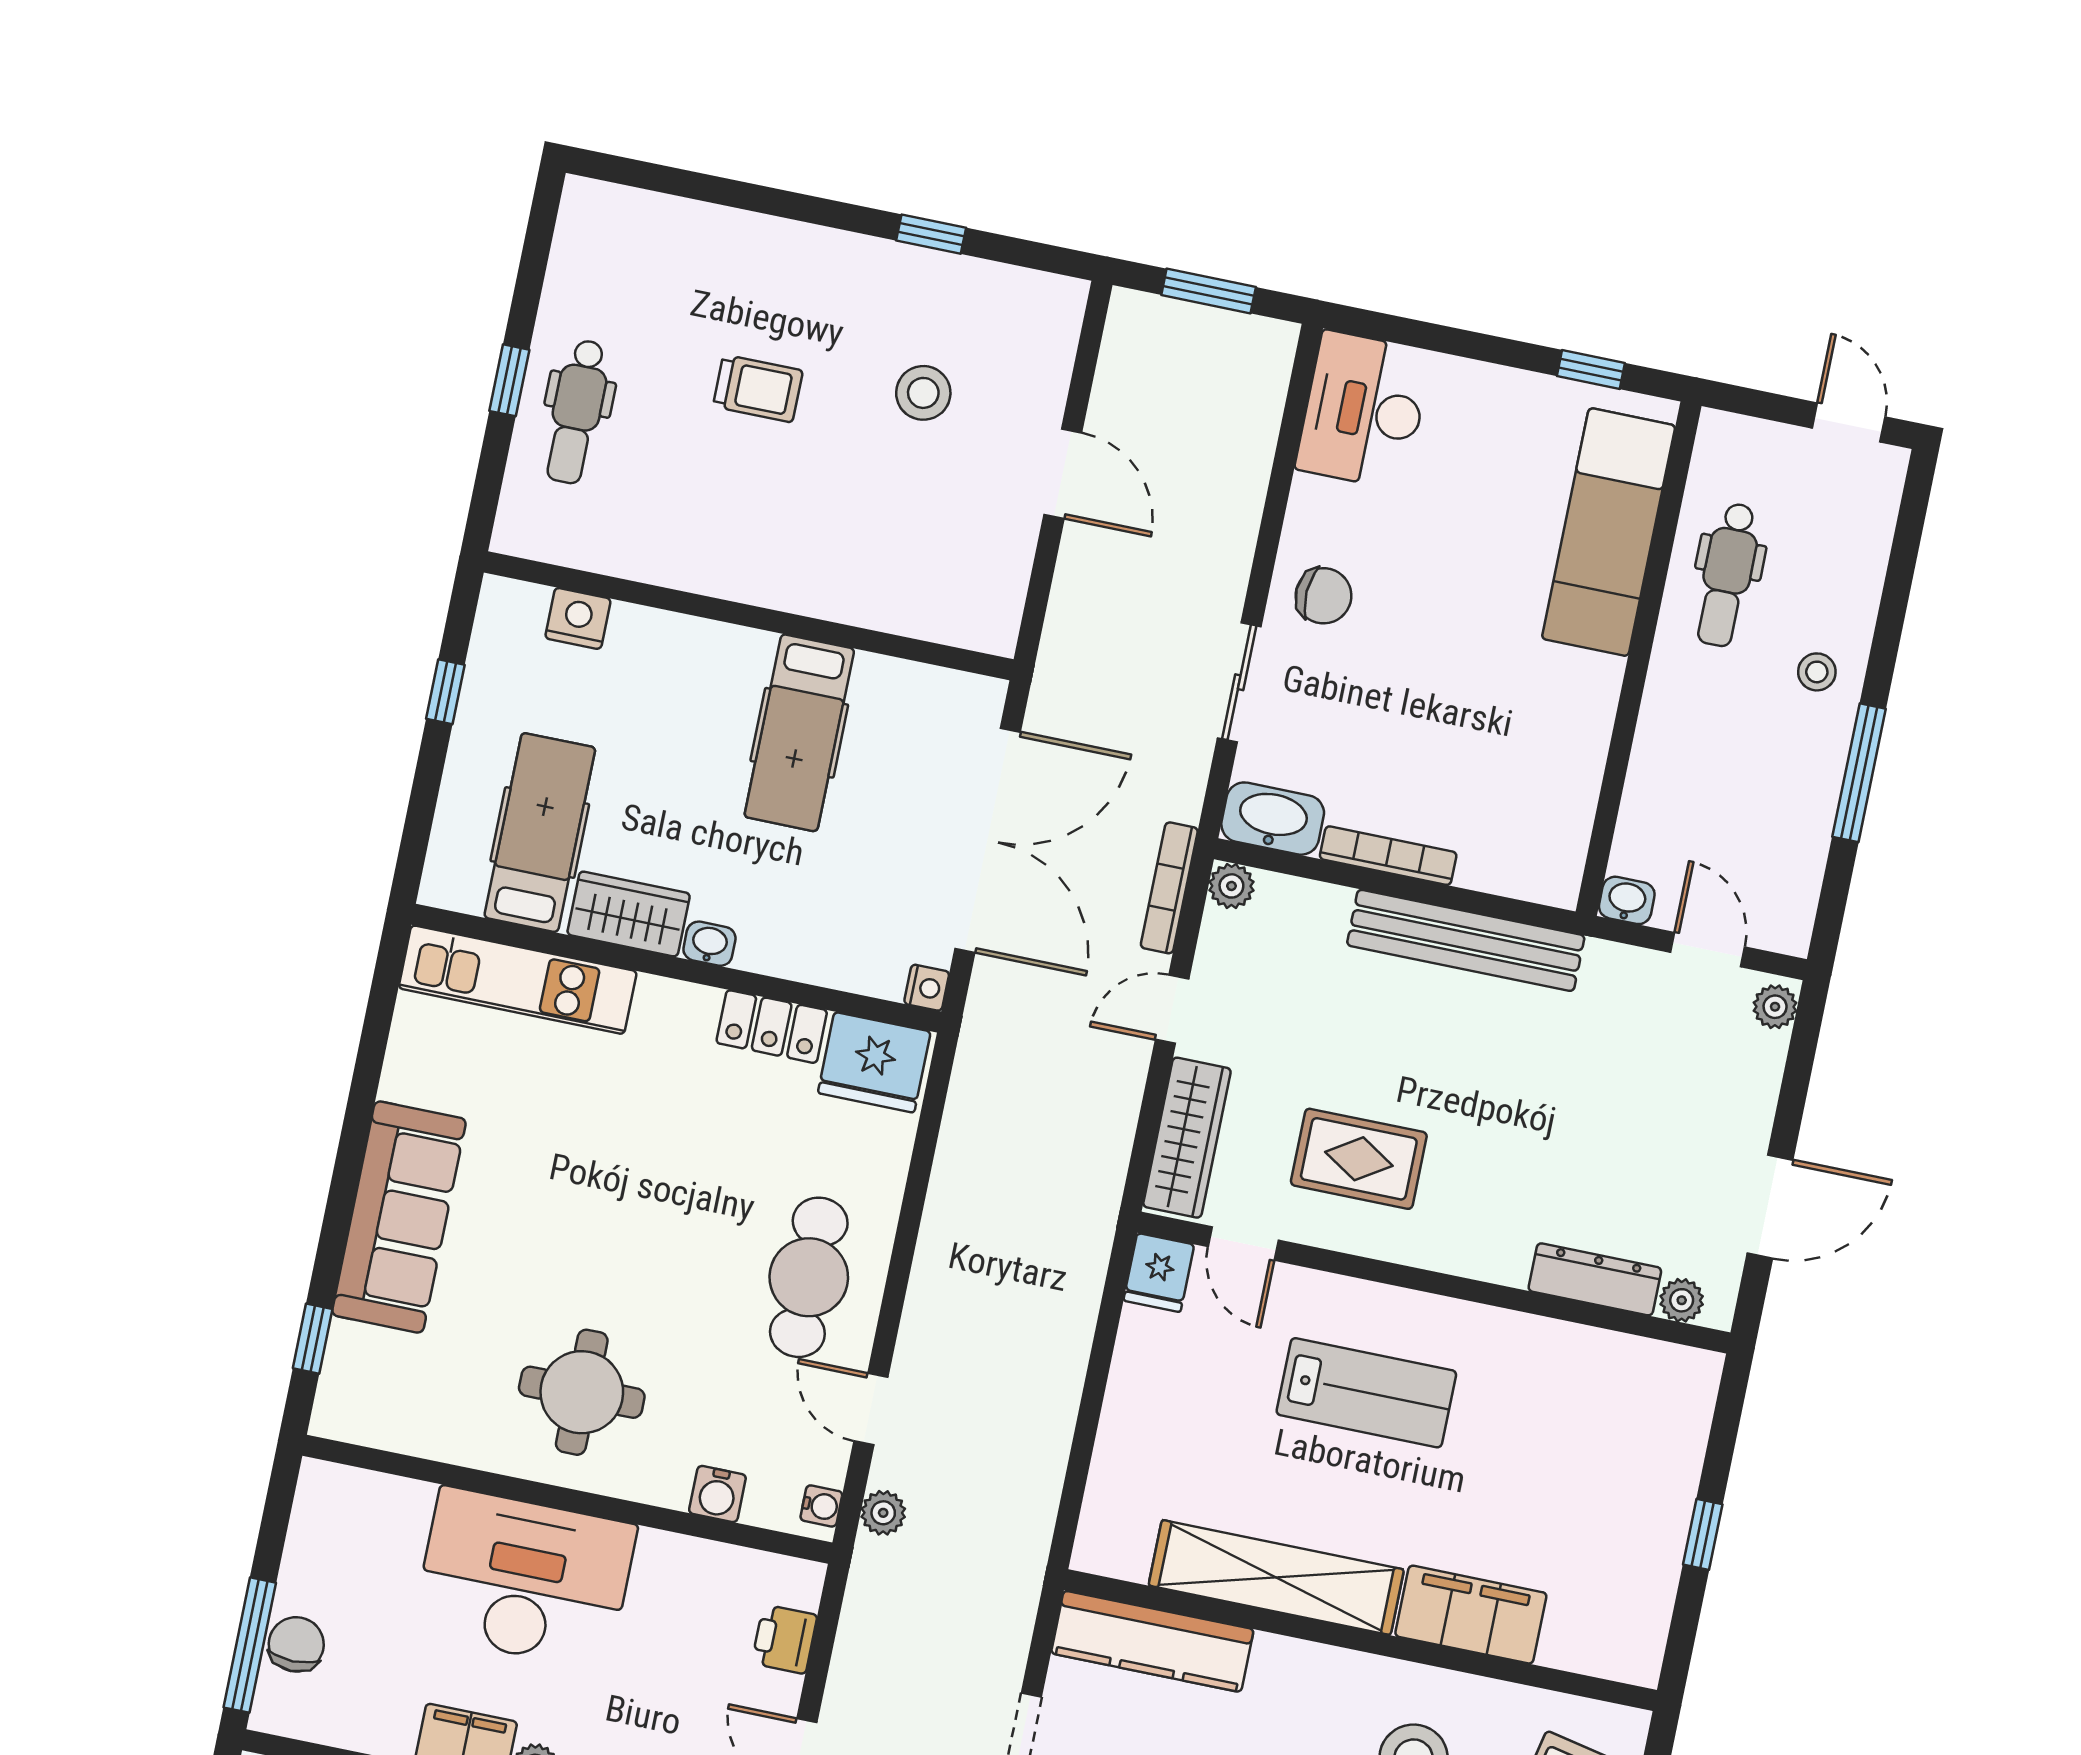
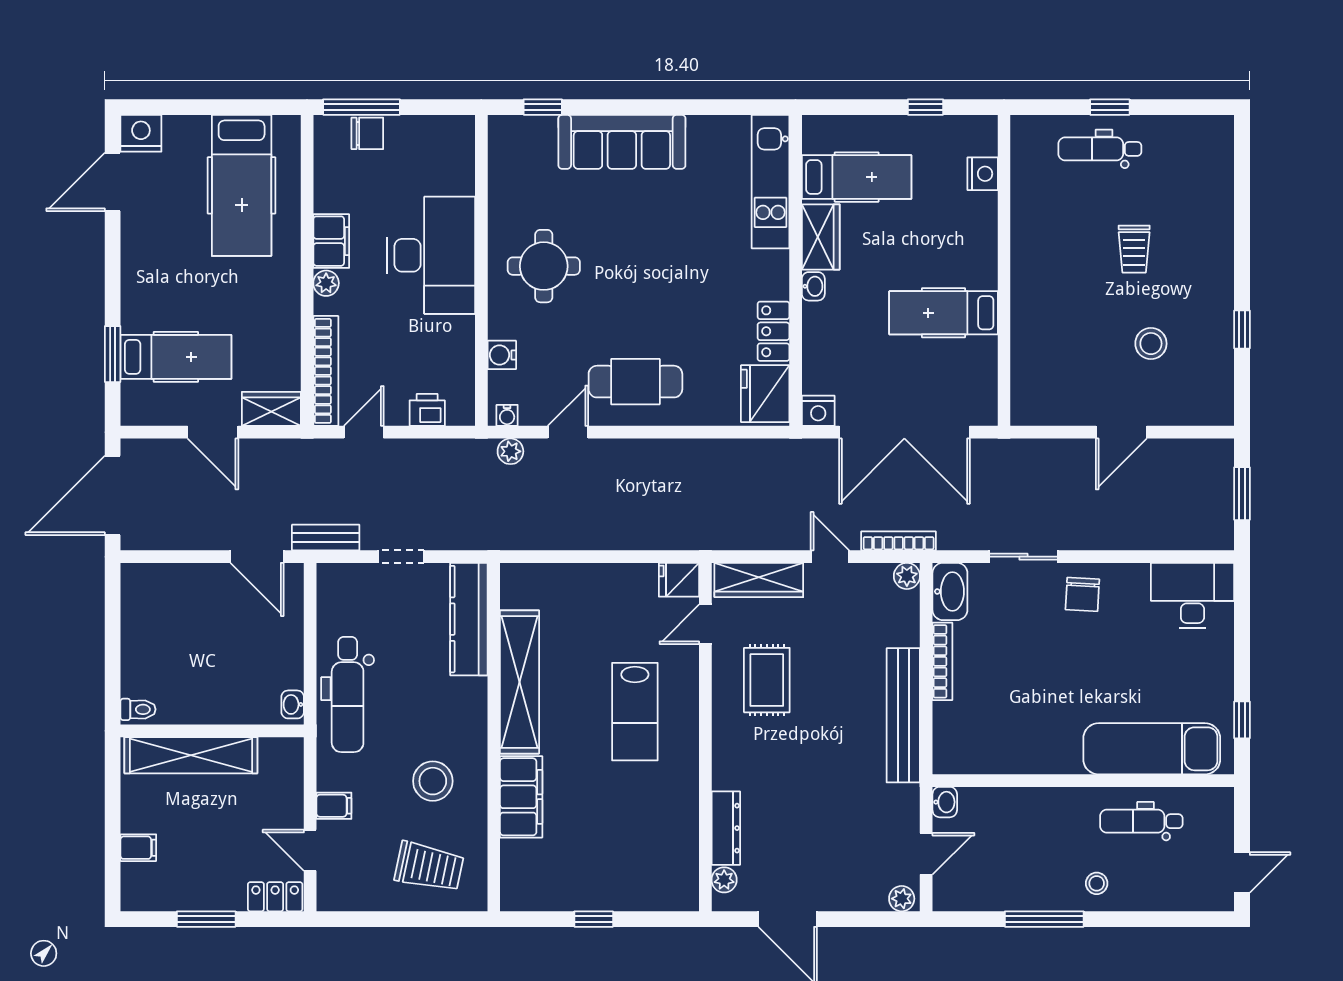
nightstand: (927, 988) -> (818, 411), width x1.39, depth x1.35

